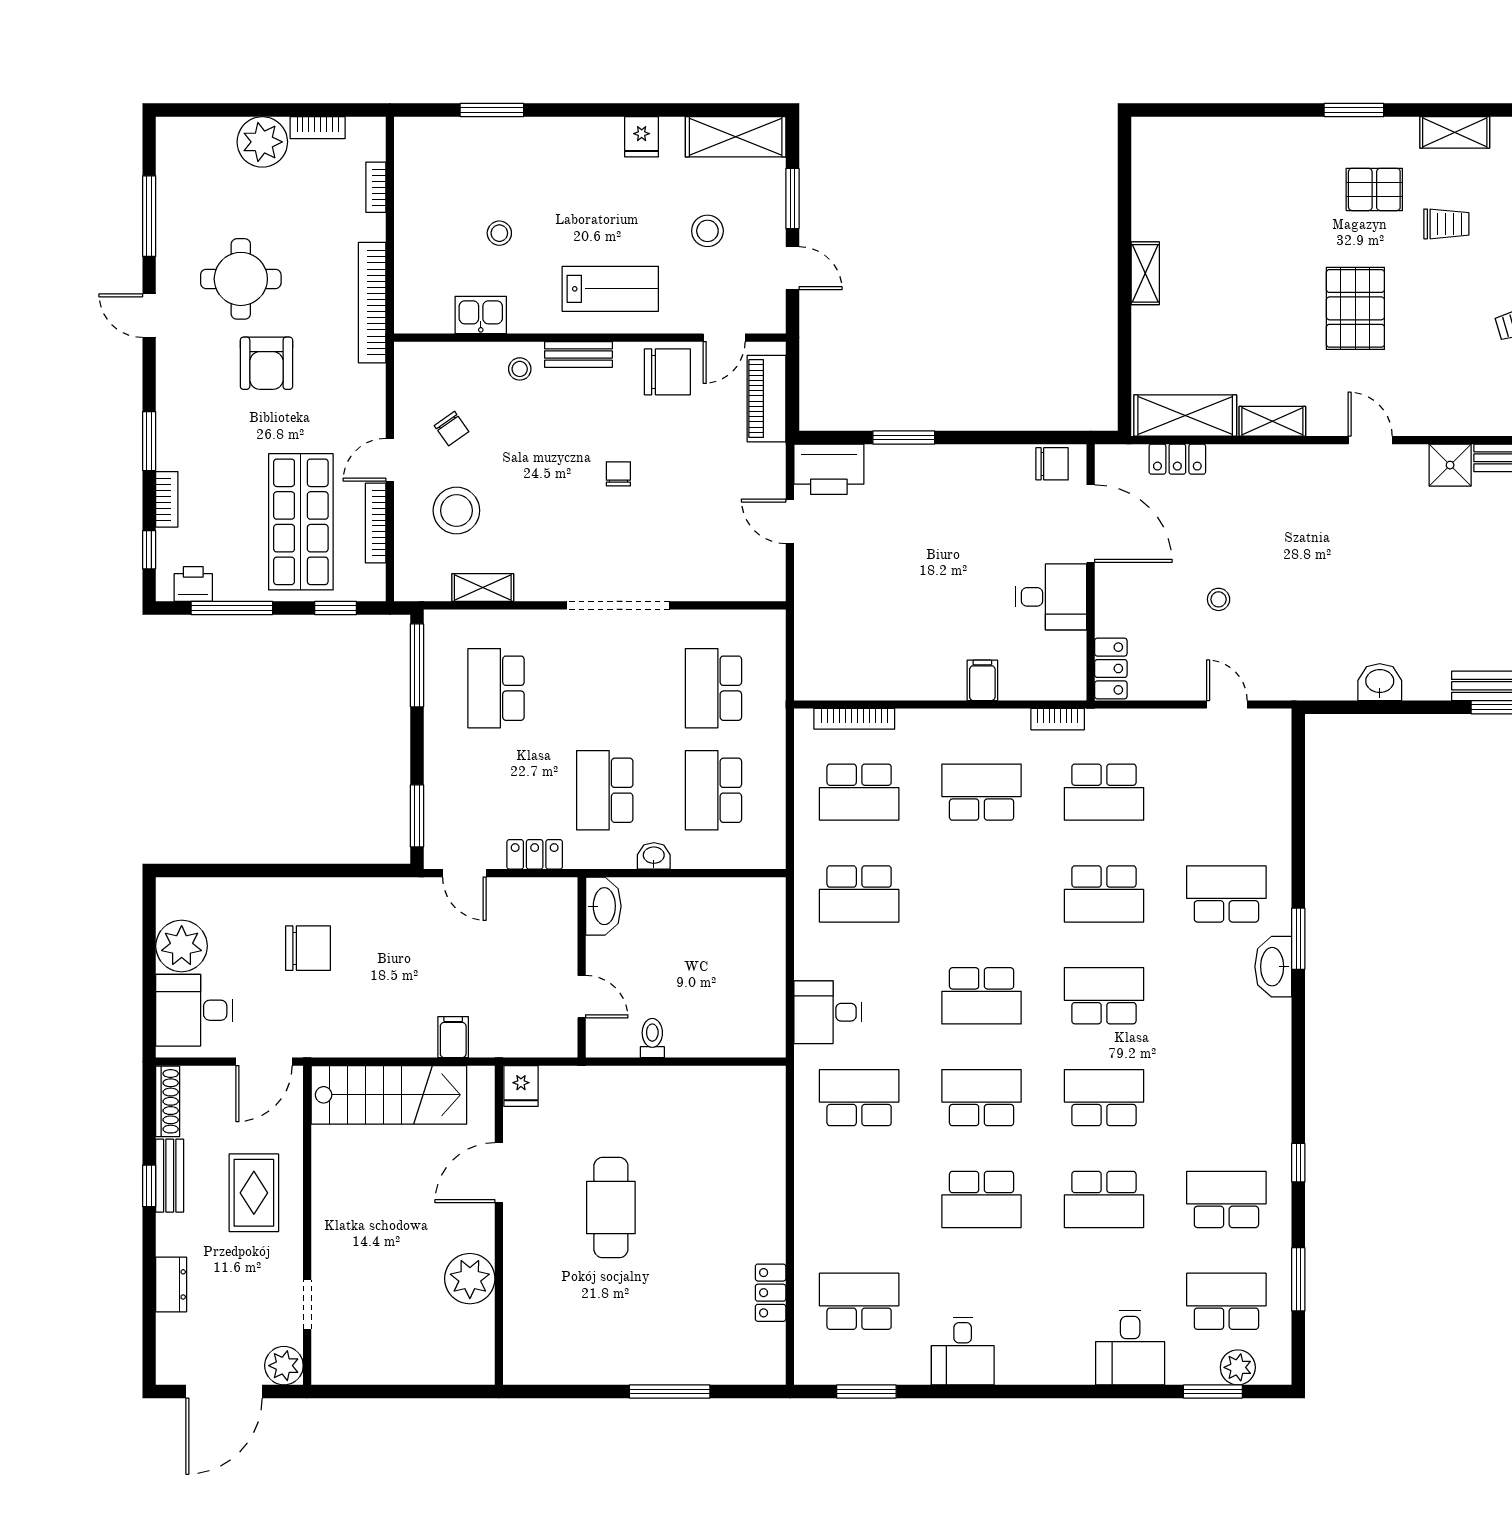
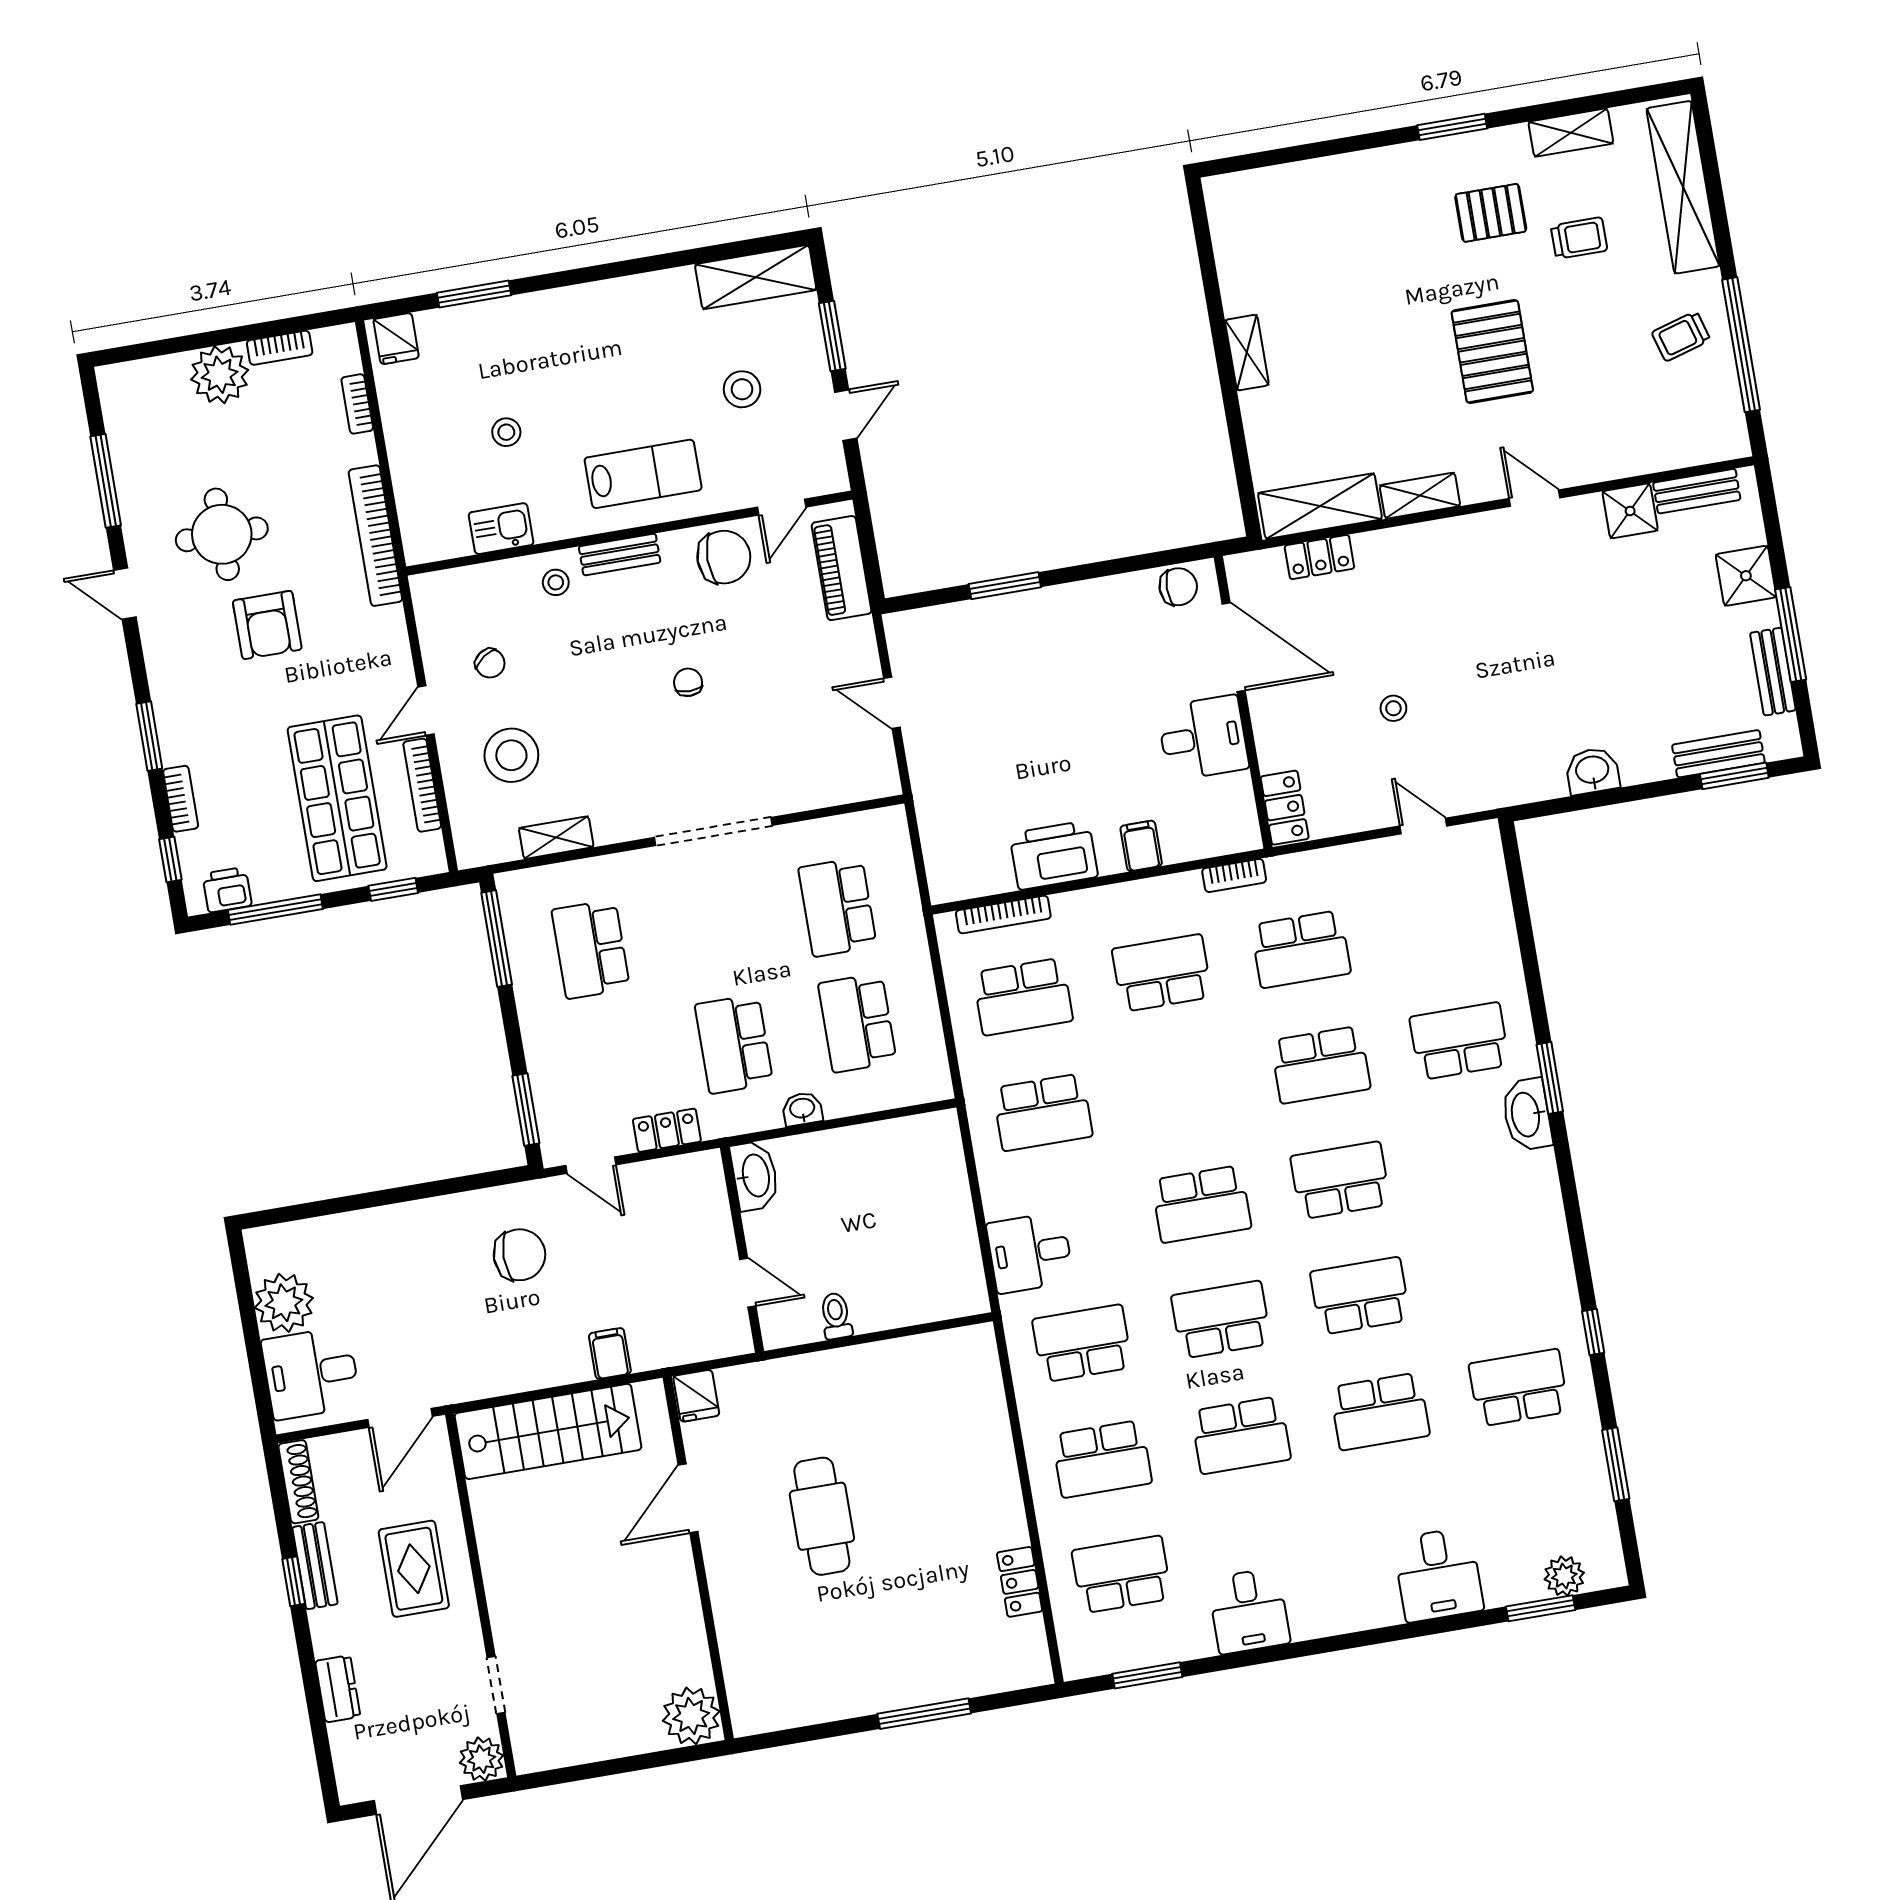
fridge: (642, 137) -> (396, 339), moved
door: (792, 268) -> (846, 415), hinge flipped
printer: (829, 469) -> (1054, 855), moved, turned 180
chair: (308, 948) -> (520, 1255), moved
plant: (470, 1279) -> (691, 1716), moved
school desk: (1226, 1301) -> (1102, 1459), moved, turned 180

